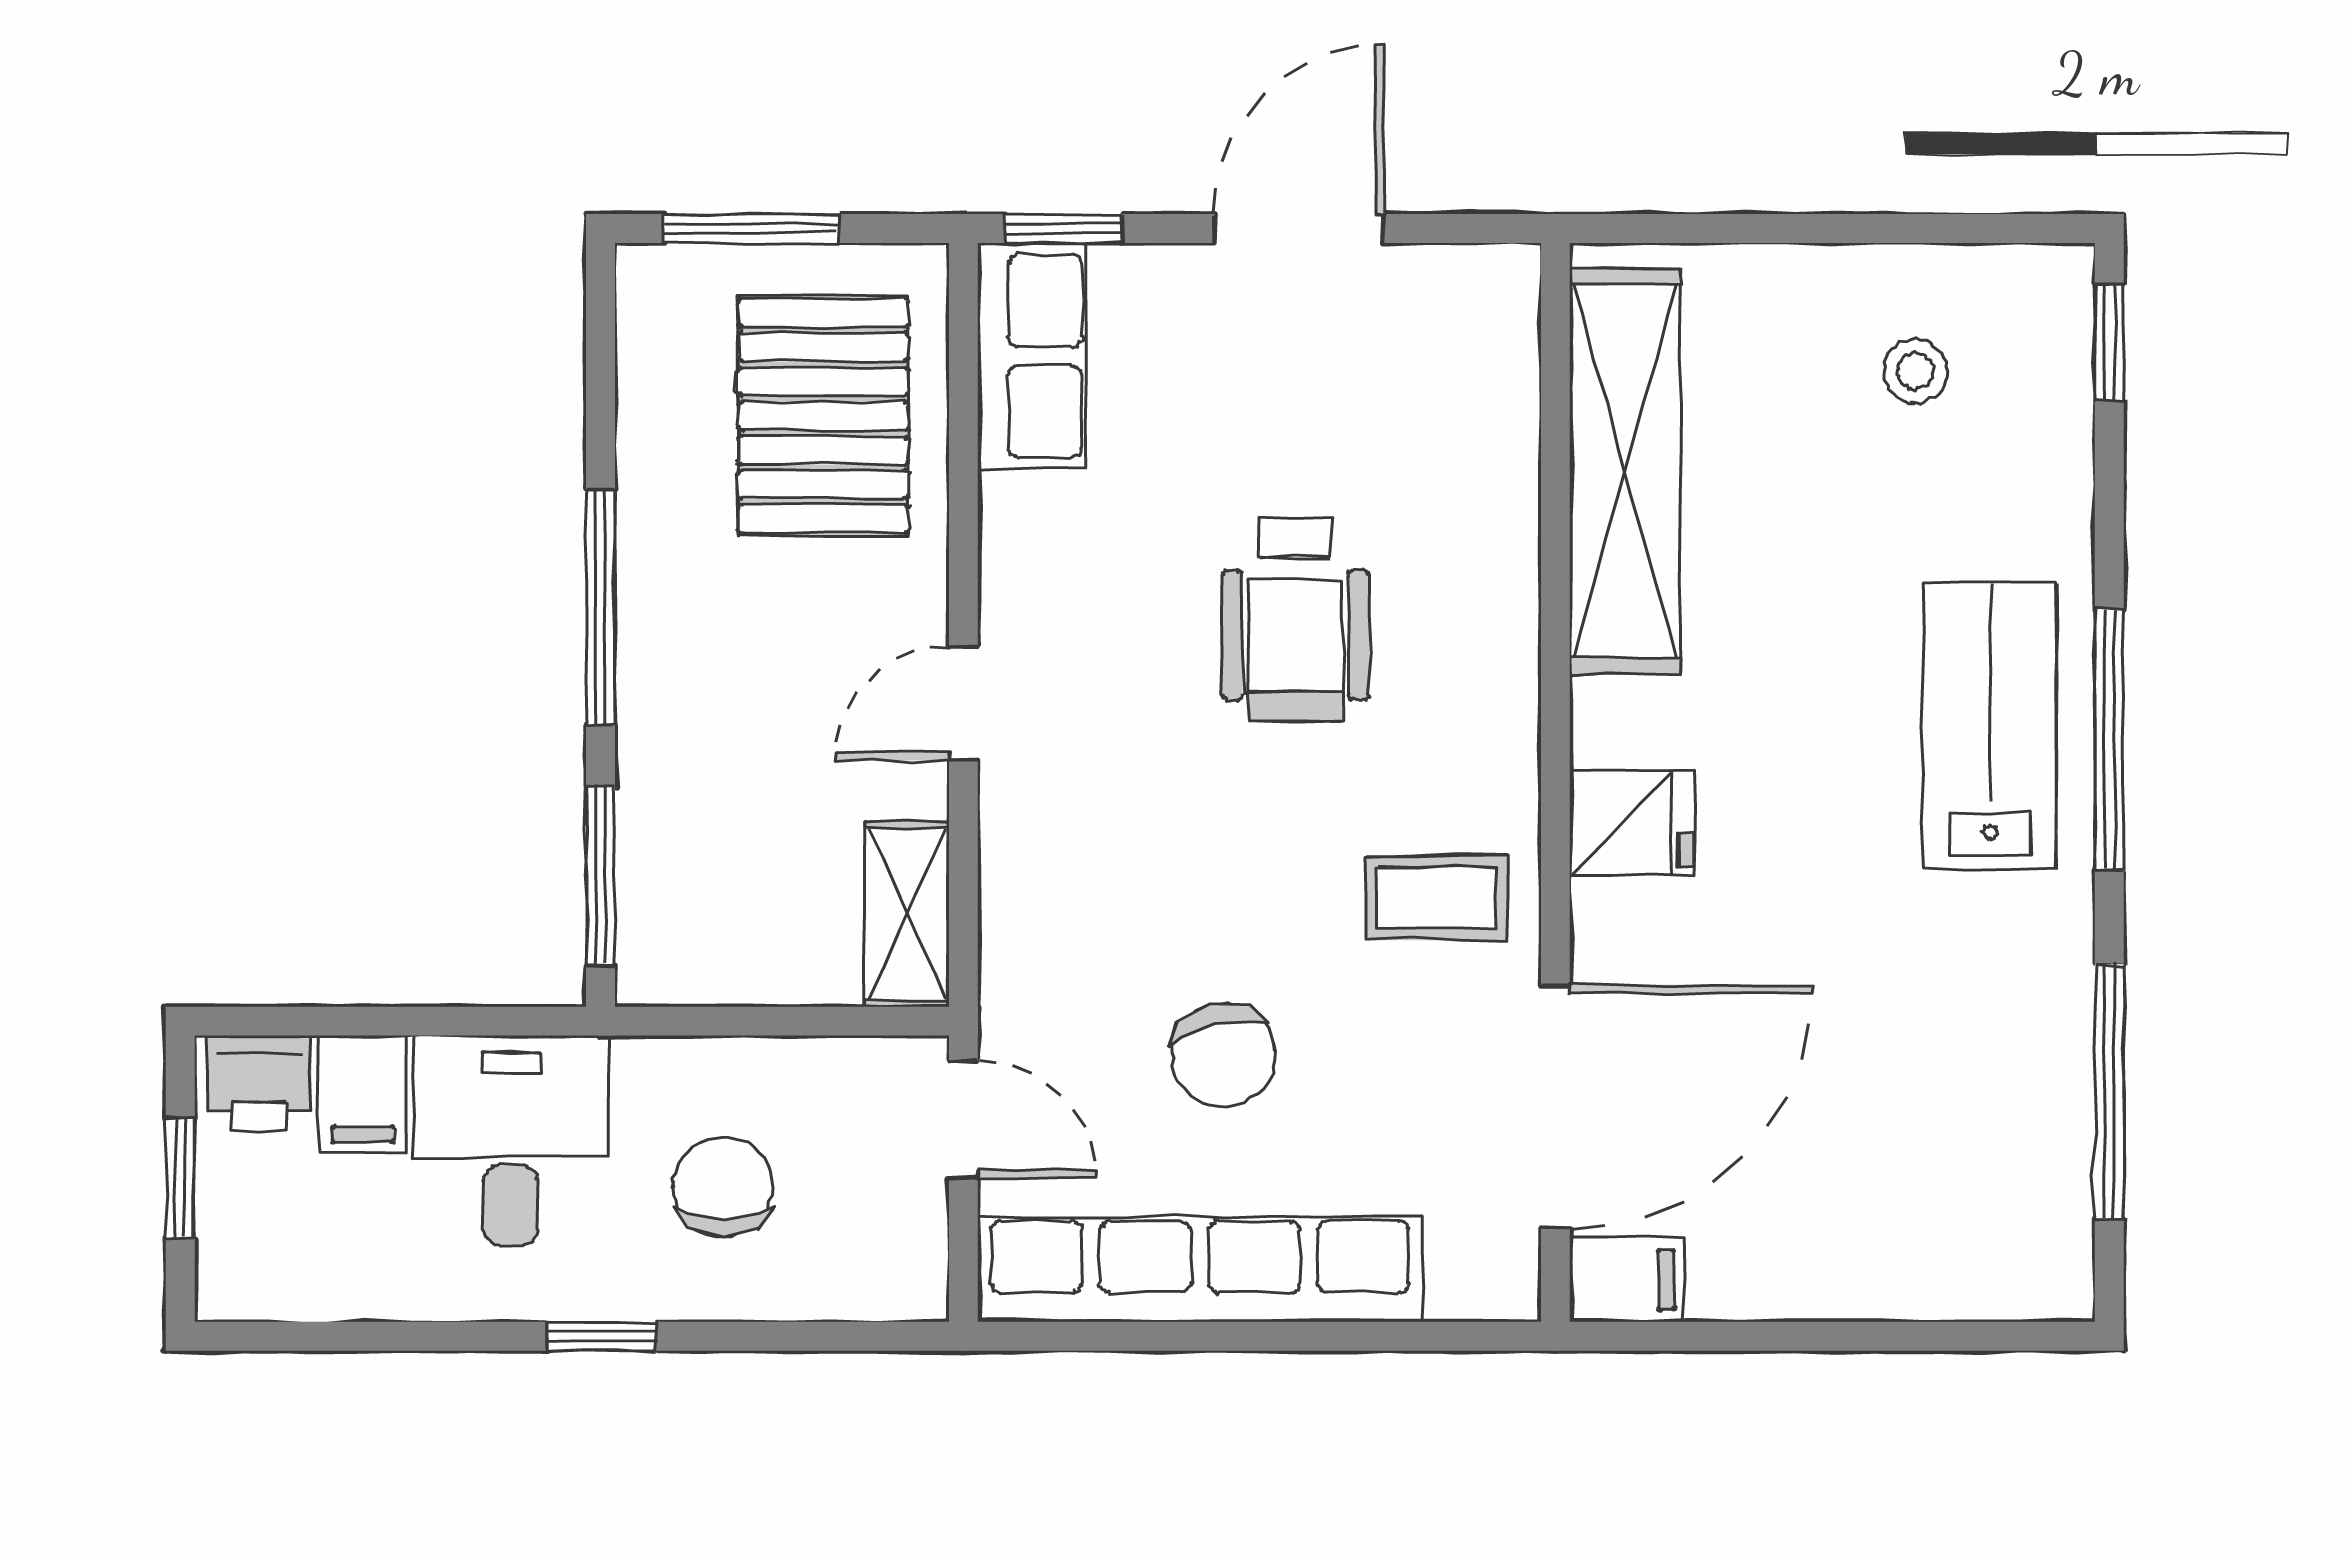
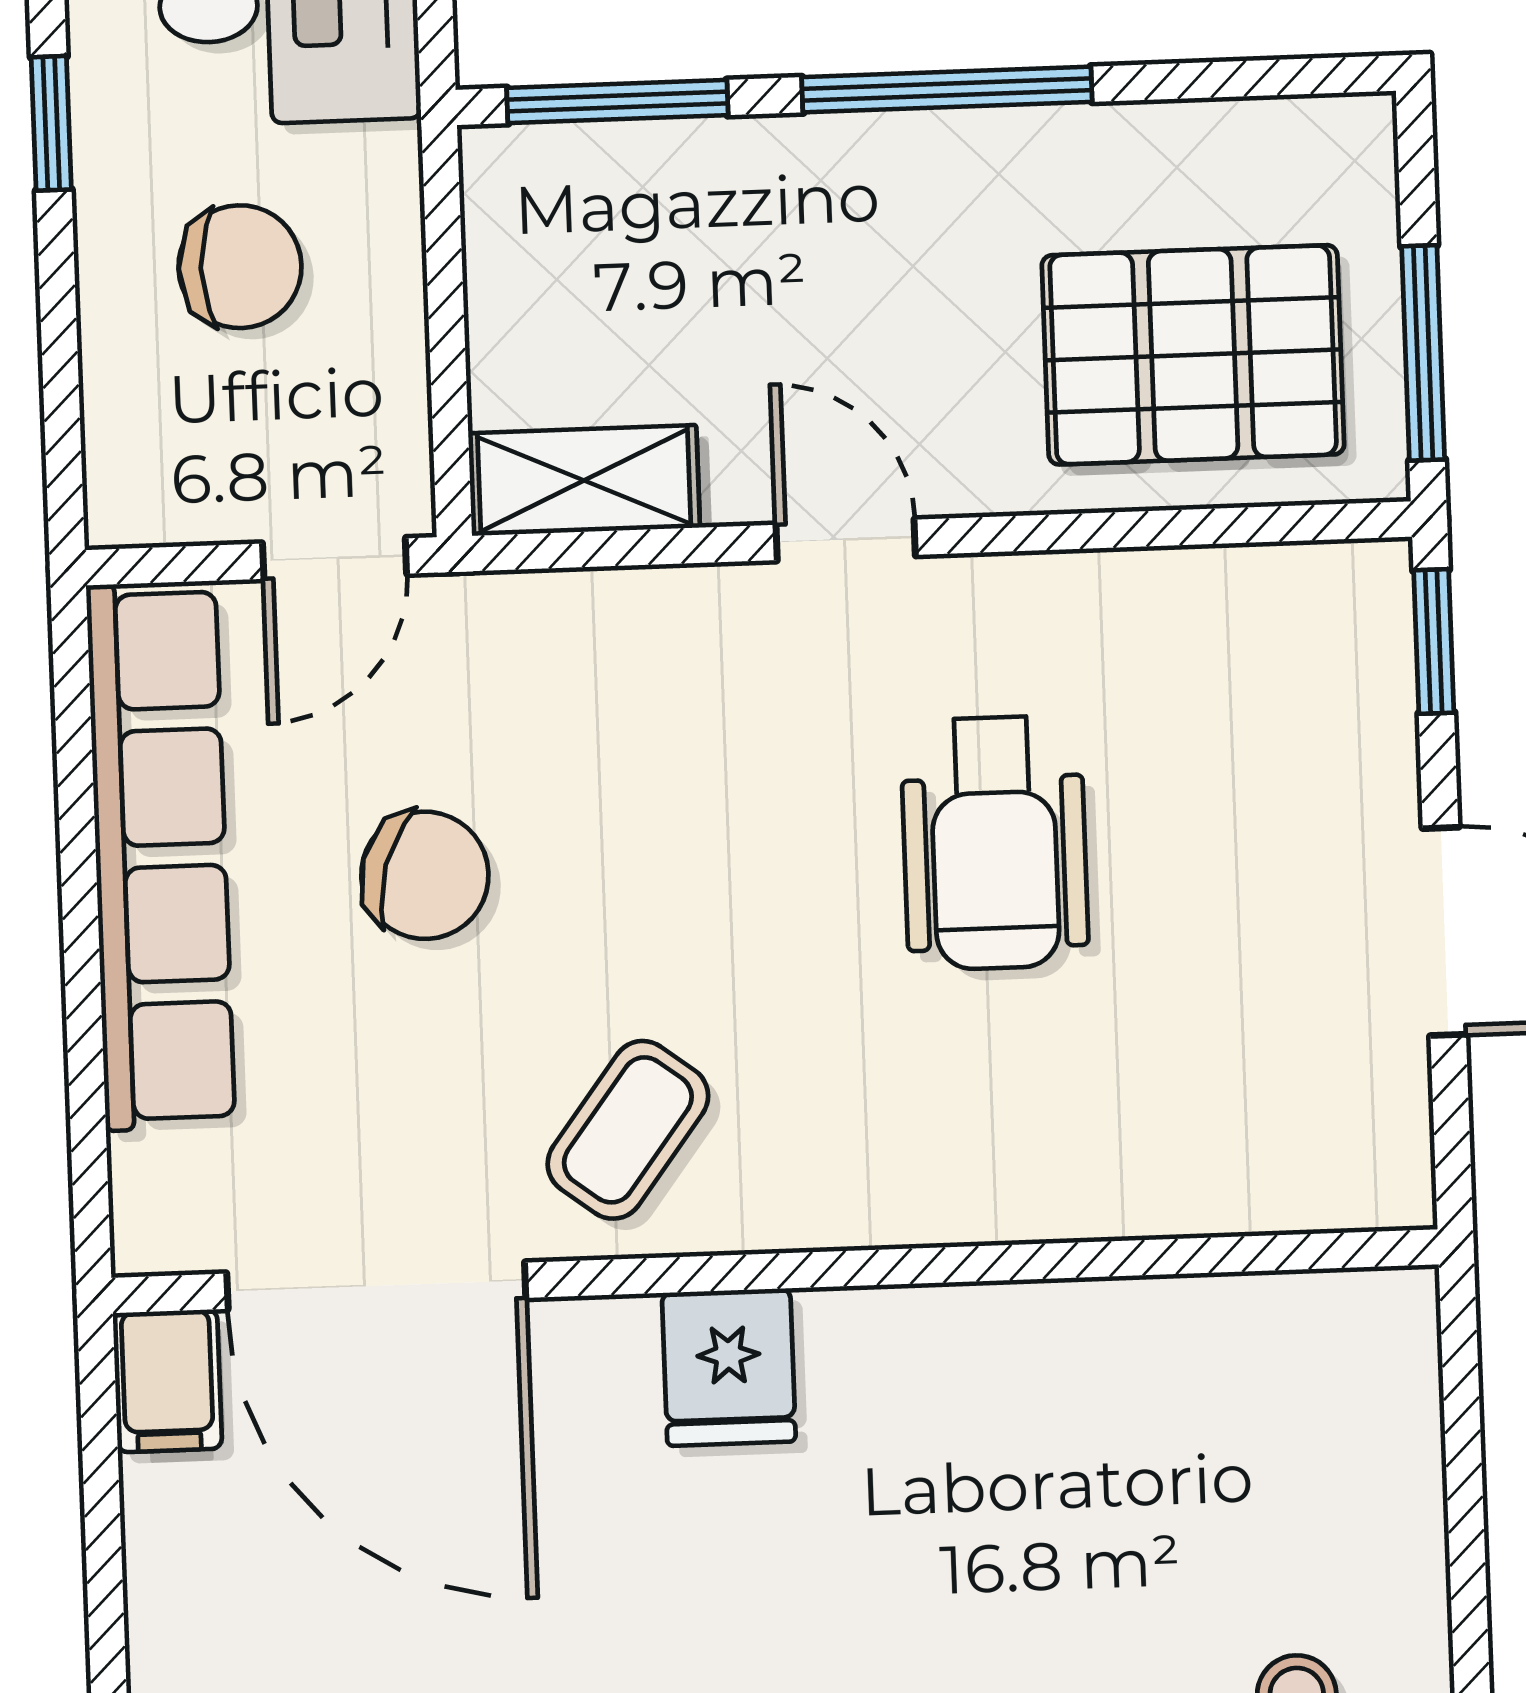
window: (751, 229) -> (1423, 353), moved
row of seats: (1032, 356) -> (1276, 608), removed
shelving: (1625, 471) -> (1161, 1343), removed
wheelchair: (1295, 619) -> (995, 843), moved, turned -90
coffee table: (1436, 898) -> (628, 1130), turned 37
chair: (1223, 1055) -> (425, 875), turned -149

